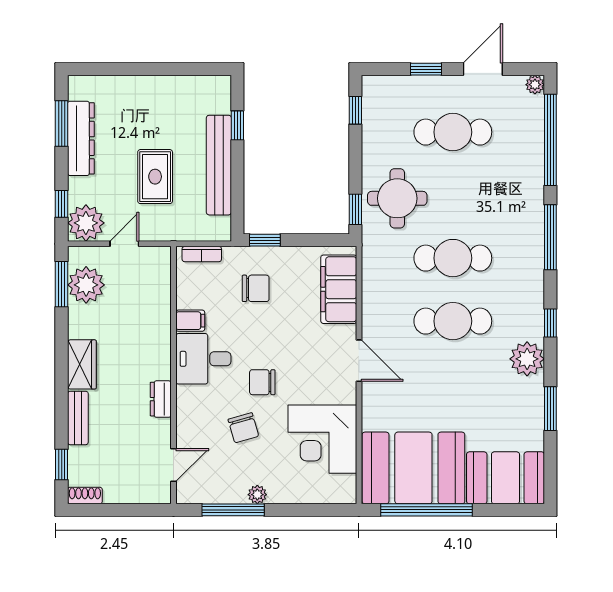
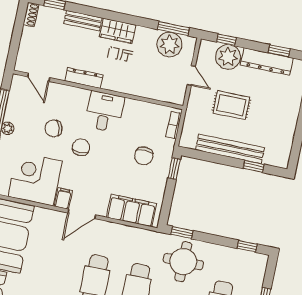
window: (62, 124) -> (279, 51), width x0.67
plant: (86, 223) -> (228, 57), moved
filing cabinet: (190, 321) -> (63, 198), moved, turned 180
dresser: (161, 399) -> (84, 78), width x1.44

